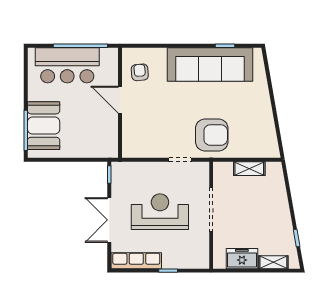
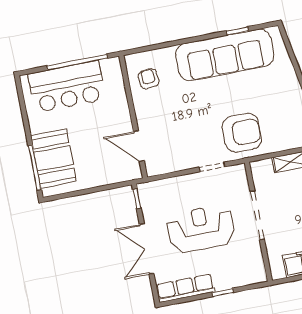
door: (120, 100) -> (139, 146), moved

